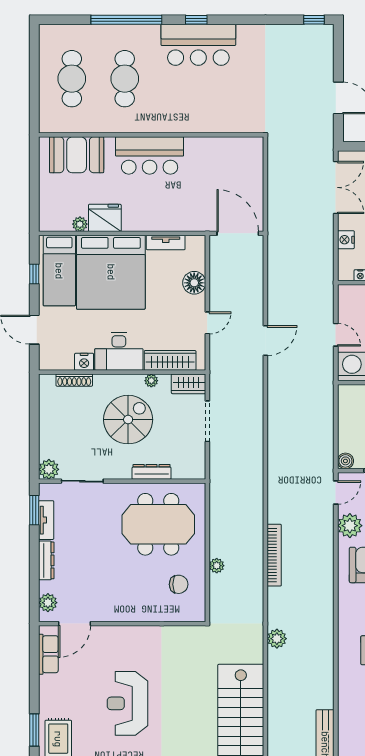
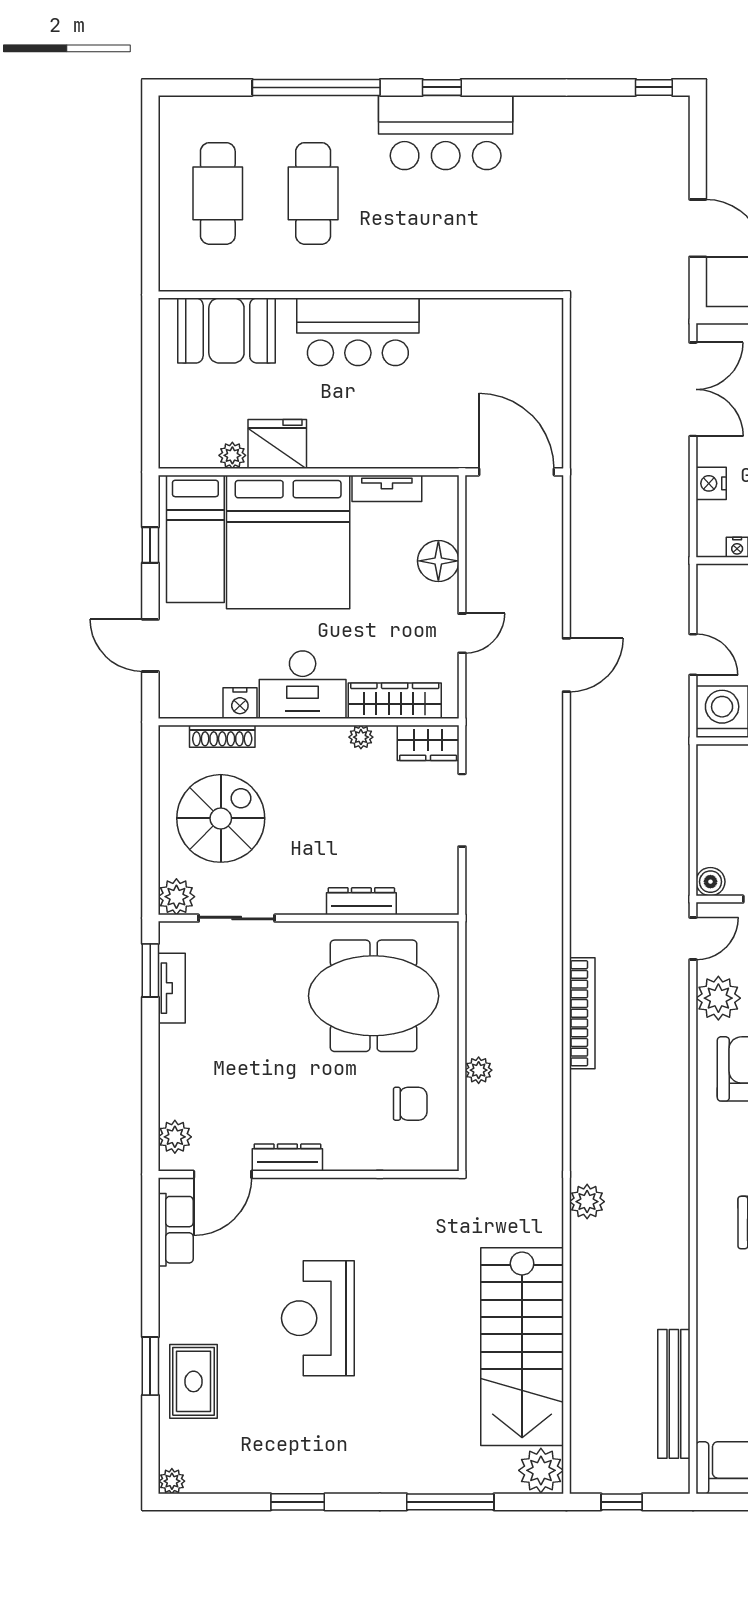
spiral stairs: (128, 420) -> (221, 818), moved
bookcase: (274, 555) -> (582, 1013), moved
dresser: (46, 560) -> (287, 1158), moved, turned -90

